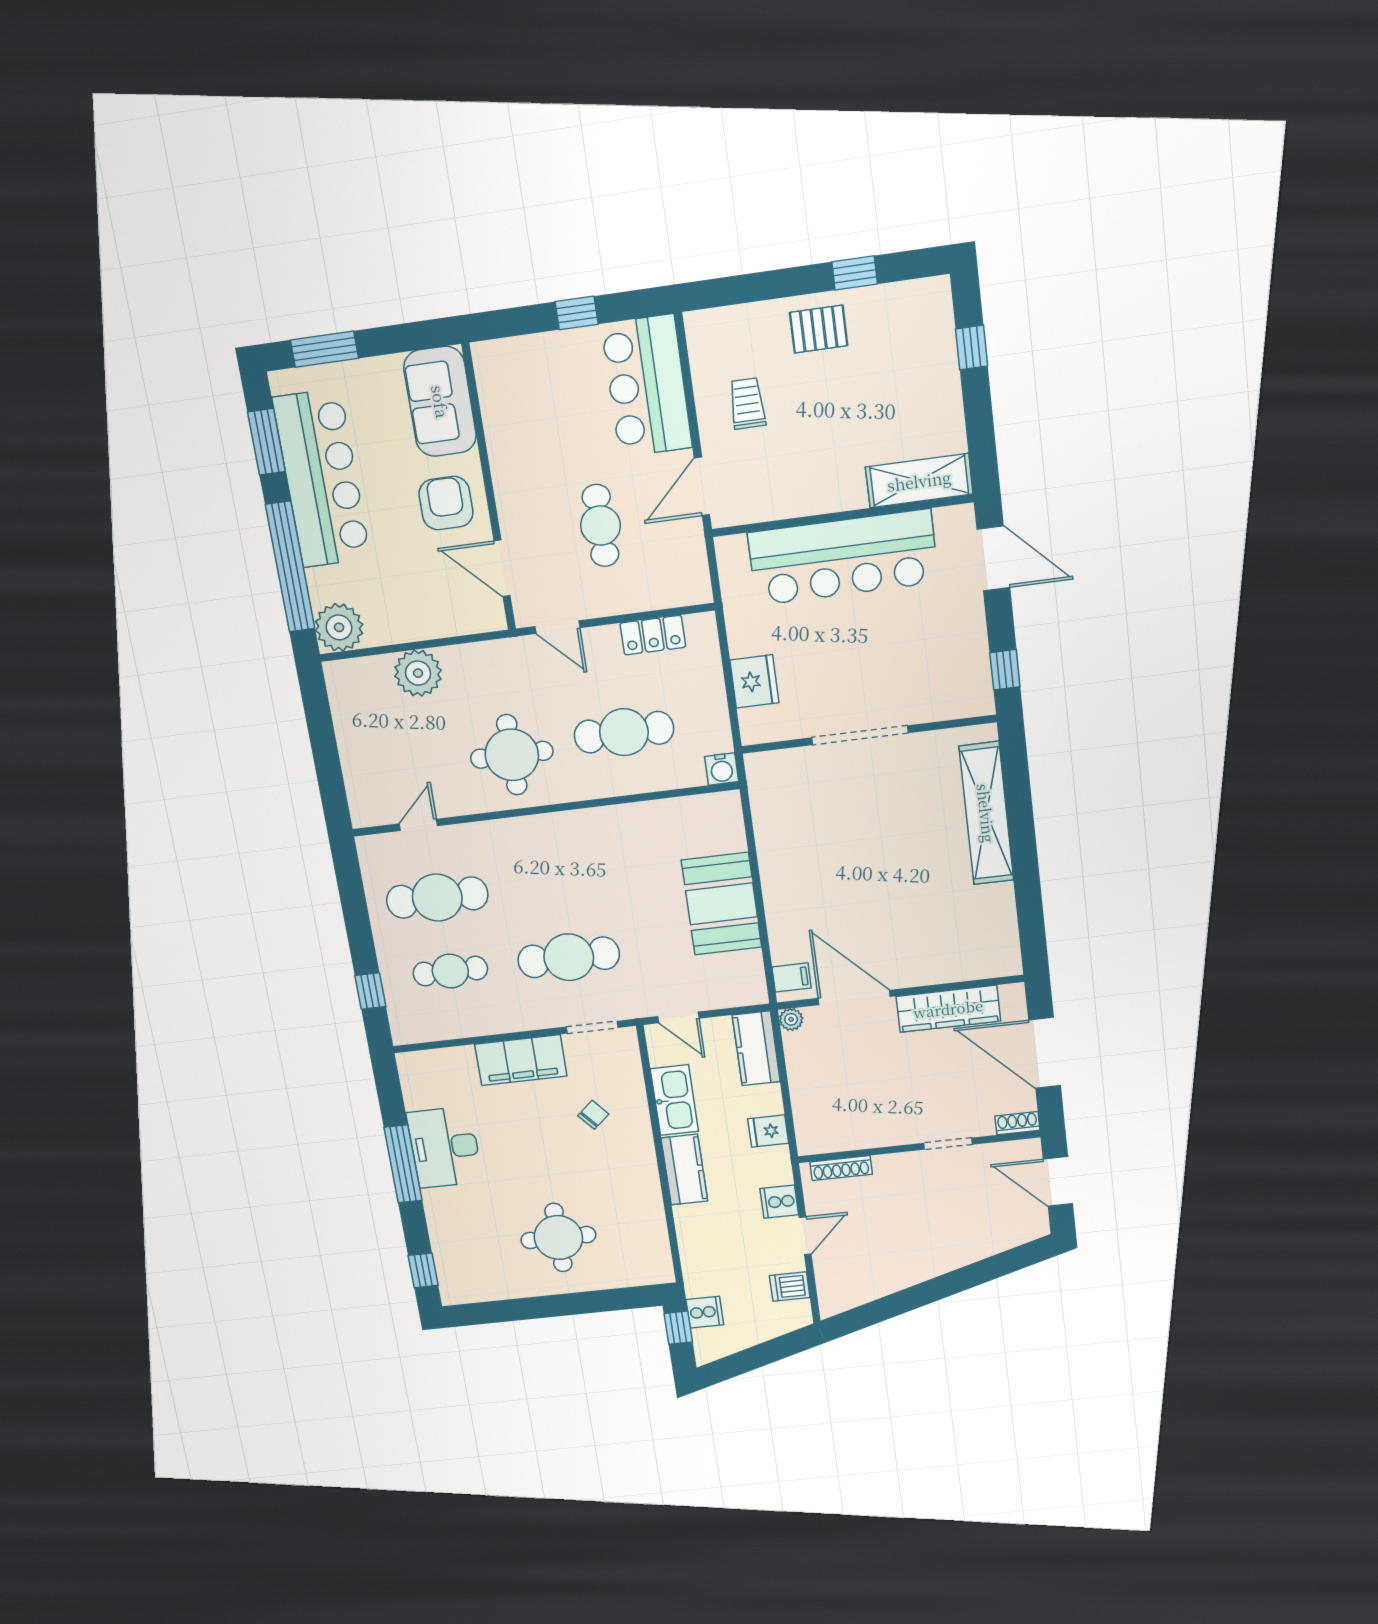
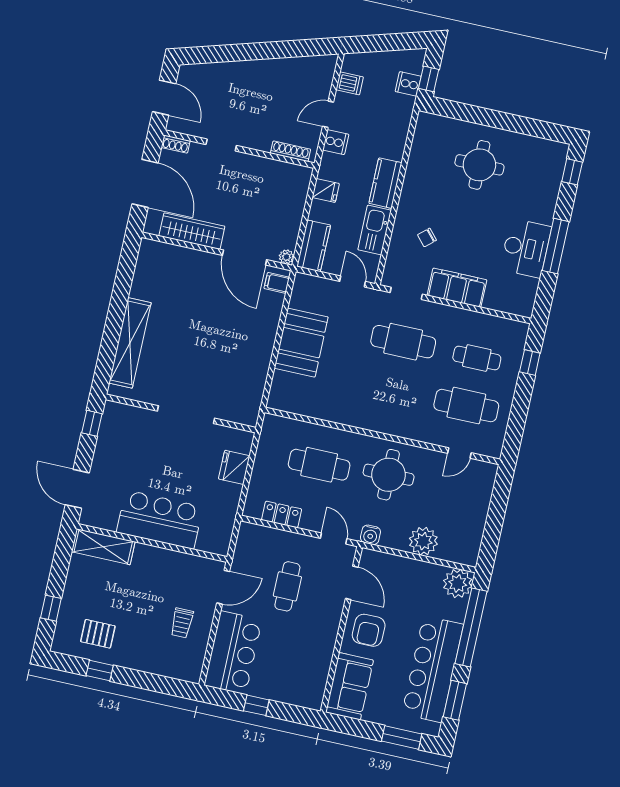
pallet: (819, 329) -> (98, 634), moved
bar counter: (843, 557) -> (160, 520), width x0.73
water cooler: (722, 769) -> (370, 535), moved, turned 180

